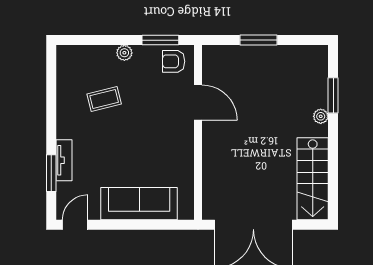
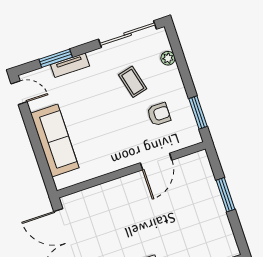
plant: (124, 53) -> (168, 58), moved
armchair: (174, 61) -> (159, 114), moved, turned 90
sliding door: (51, 87) -> (128, 34), added

